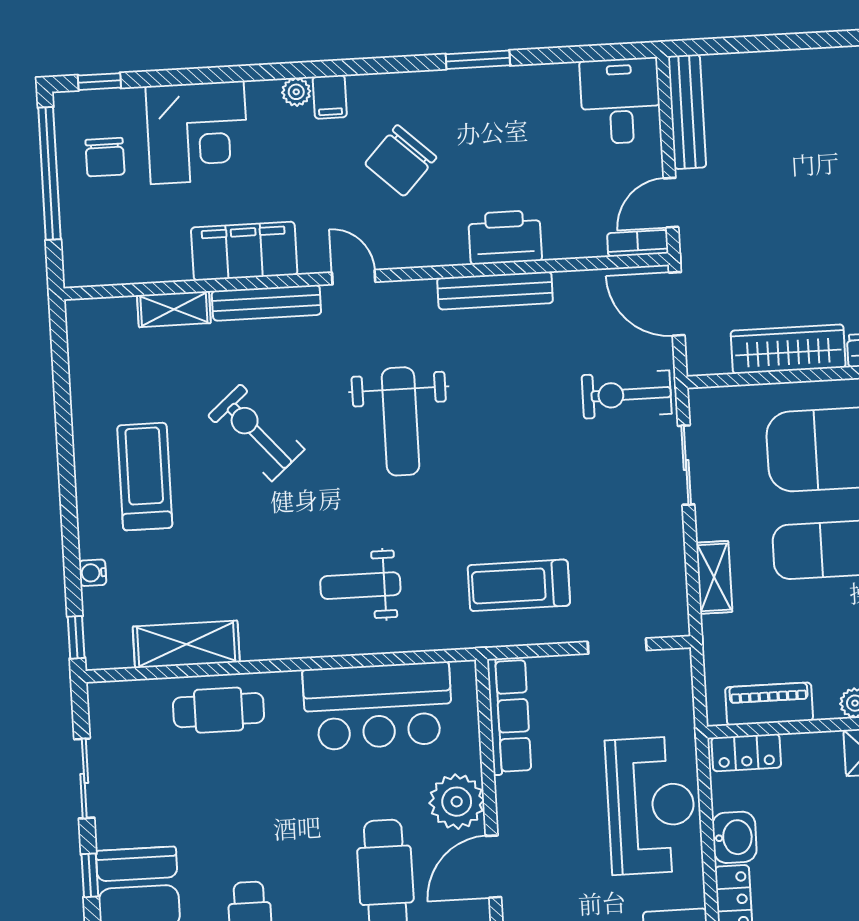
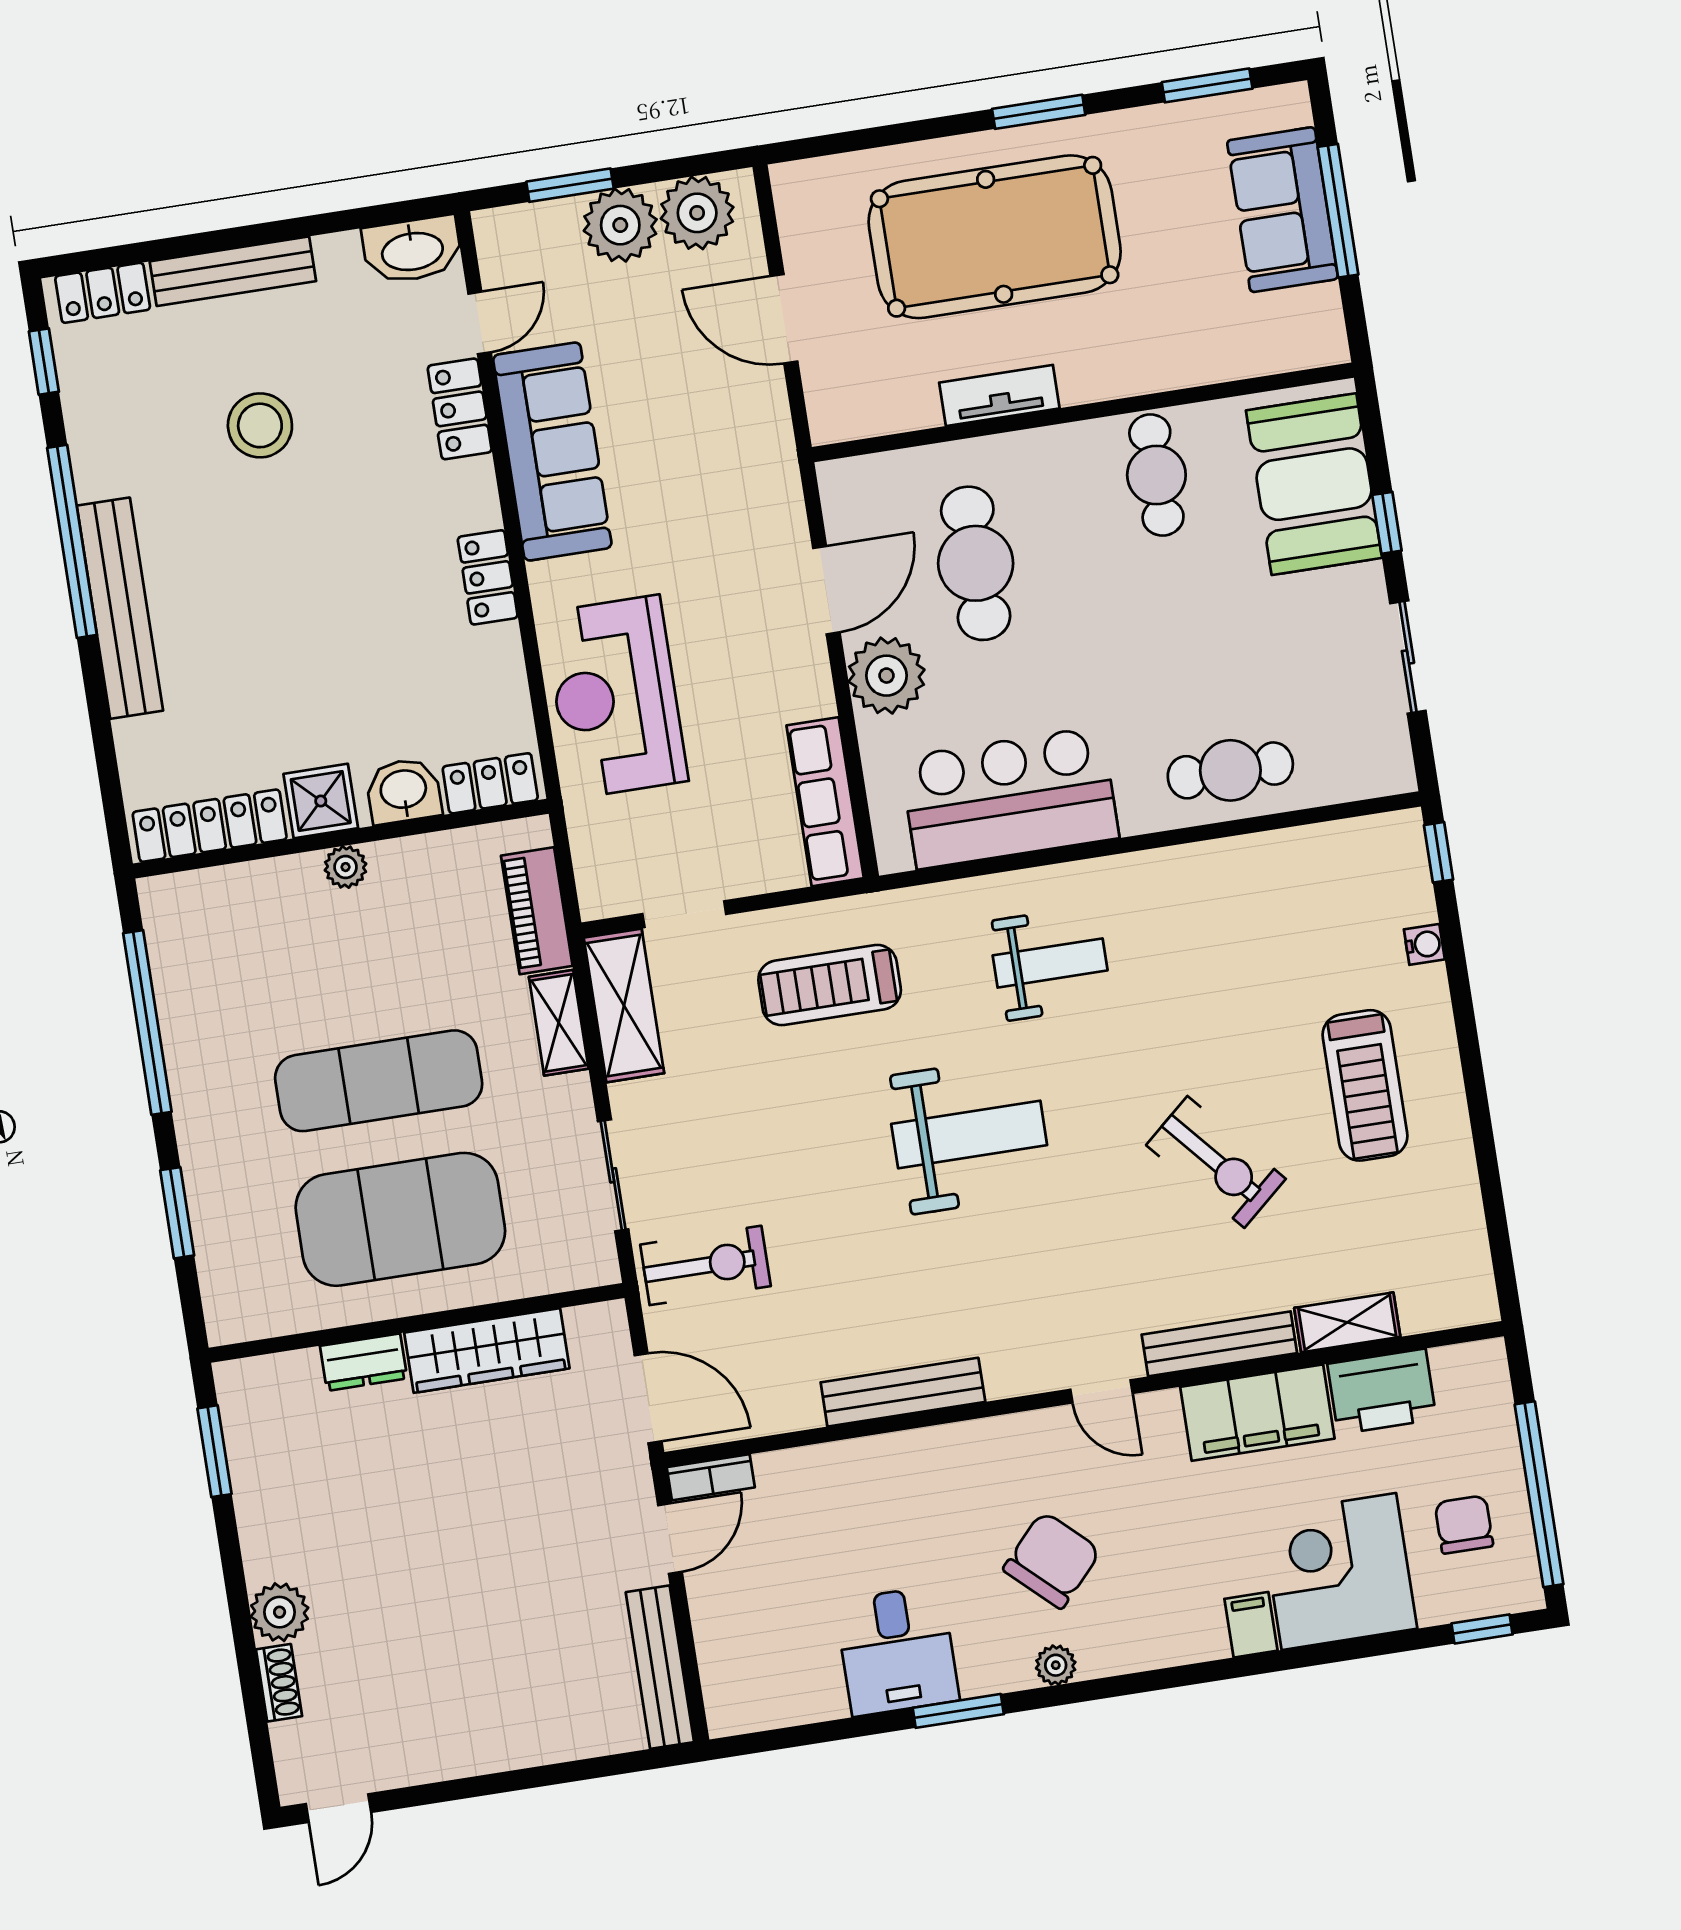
plant: (296, 92) -> (1056, 1665), moved
filing cabinet: (330, 97) -> (1251, 1625), moved
desk: (621, 101) -> (897, 1651), moved
printer: (505, 237) -> (1382, 1391), moved
weight bench: (401, 421) -> (969, 1134), moved, turned 90
treadmill: (519, 585) -> (830, 985), turned 180
shelving: (186, 644) -> (624, 1005), moved, turned 90
piano: (769, 704) -> (537, 911), moved, turned 90
washbasin: (734, 837) -> (404, 791), moved, turned 90

